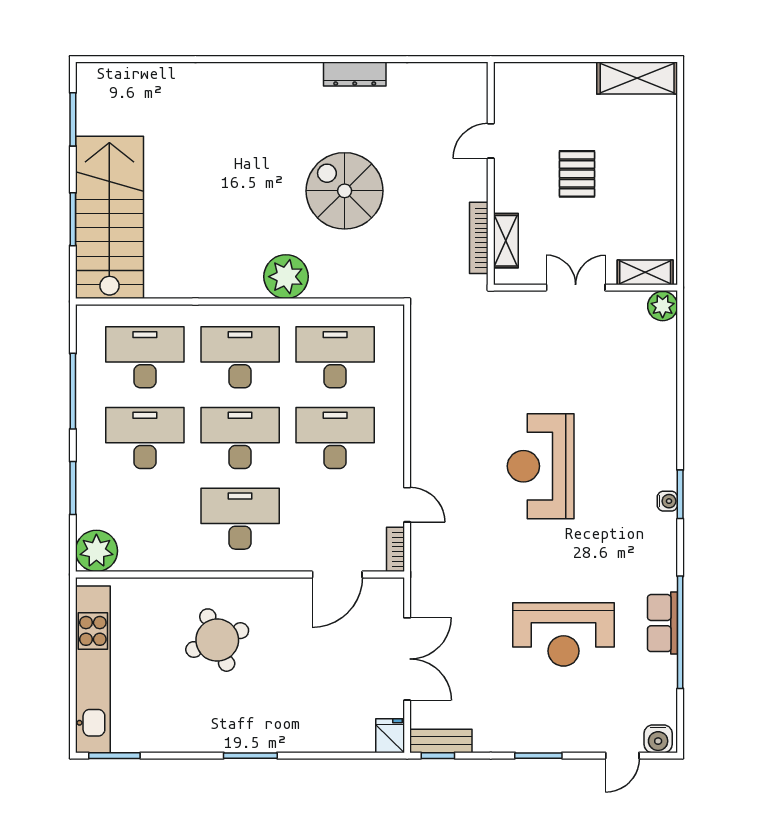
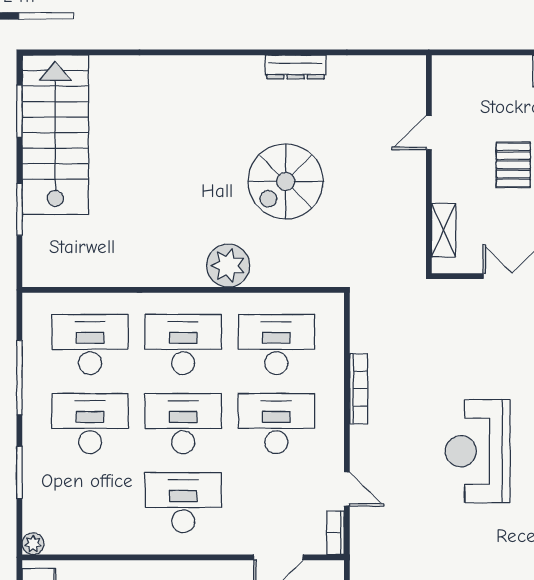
spiral stairs: (345, 191) -> (286, 181), turned -90
stairs: (109, 217) -> (55, 135), moved
bookcase: (479, 238) -> (359, 389), moved, turned 180
plant: (96, 551) -> (33, 544), width x0.53, depth x0.53

